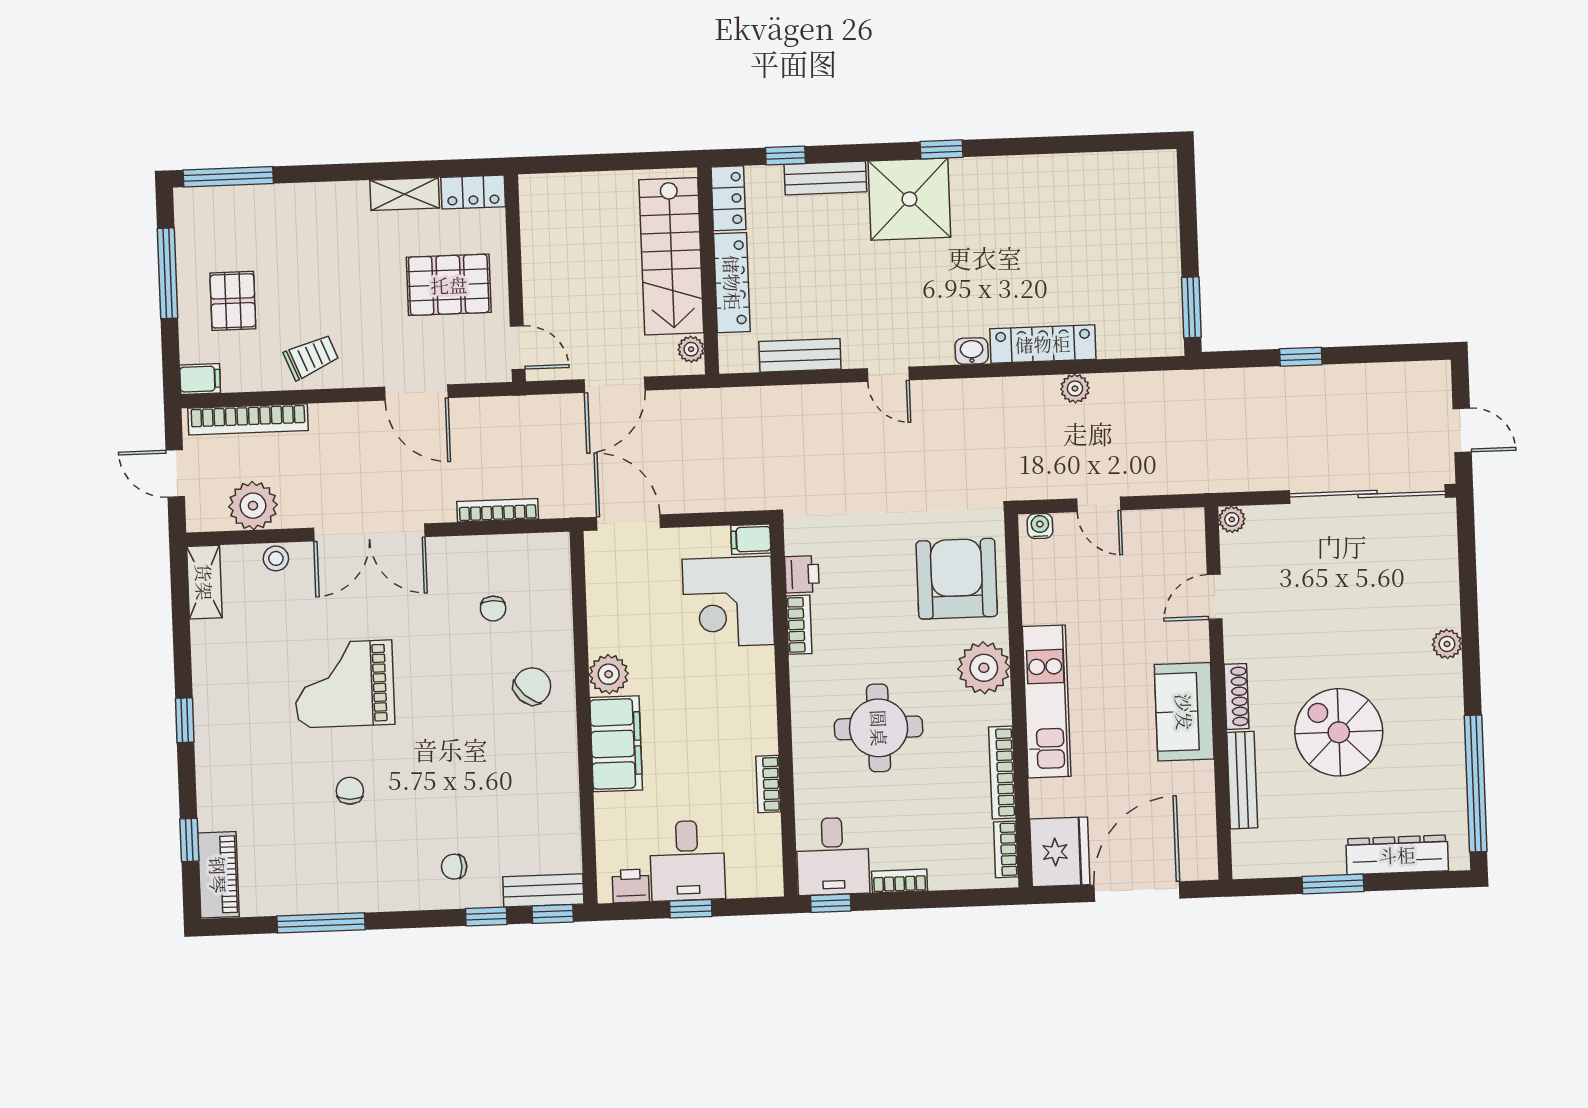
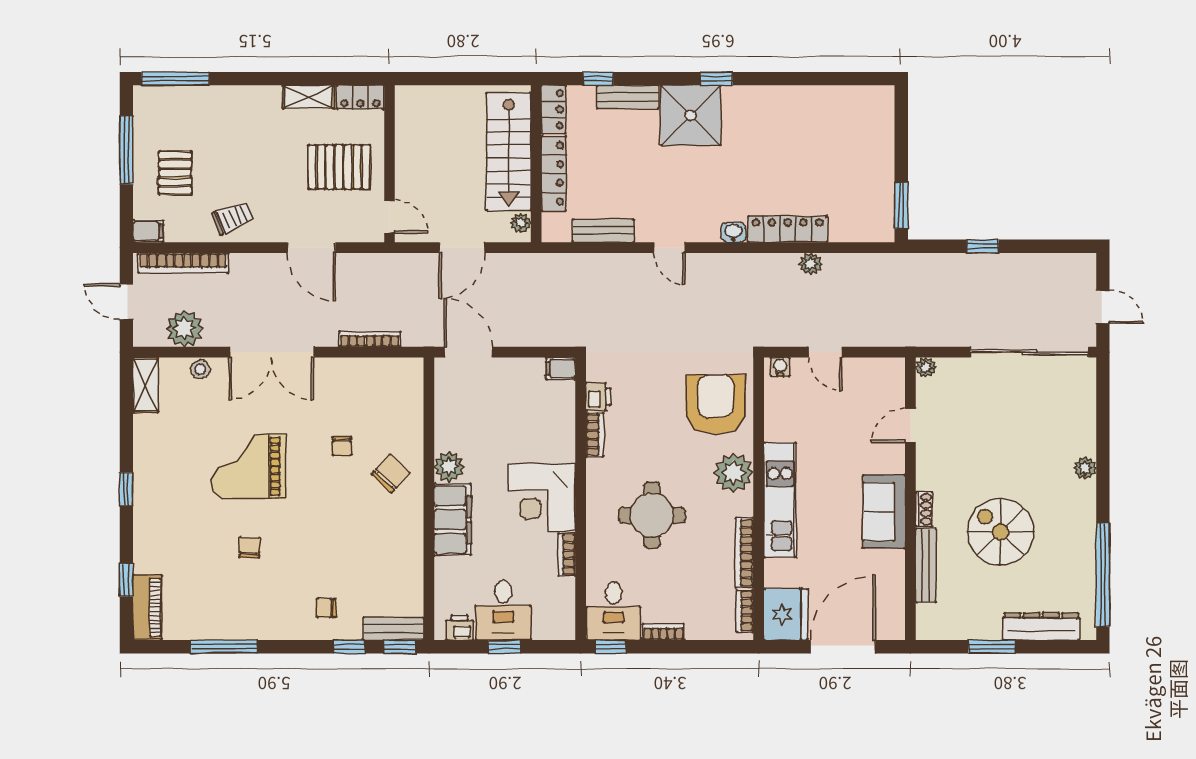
corner desk: (728, 602) -> (542, 497), moved
chair: (493, 609) -> (342, 446), moved
shoe rack: (1237, 696) -> (924, 509), width x0.70

